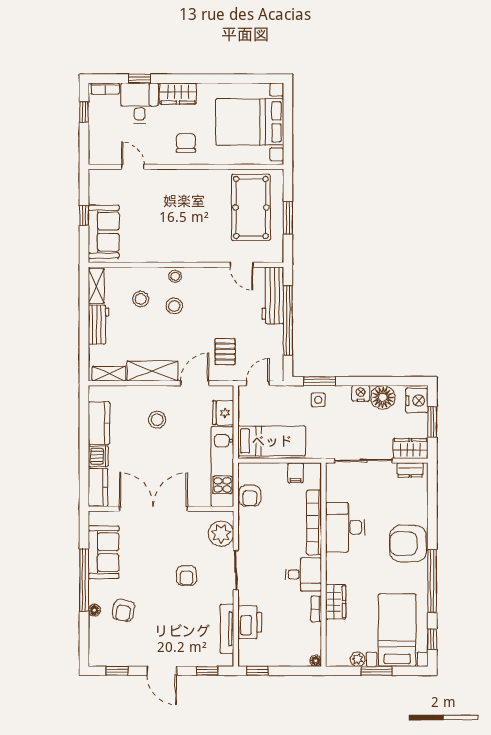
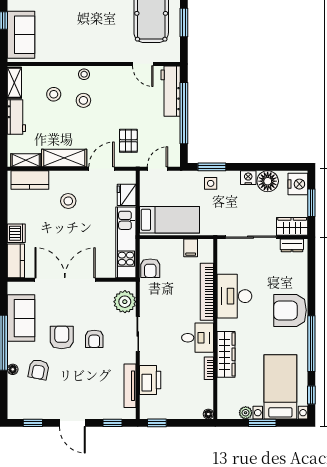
kitchen counter: (99, 423) -> (30, 180), moved, turned 90
armchair: (150, 574) -> (62, 337), added
wardrobe: (336, 602) -> (226, 354), width x1.50

